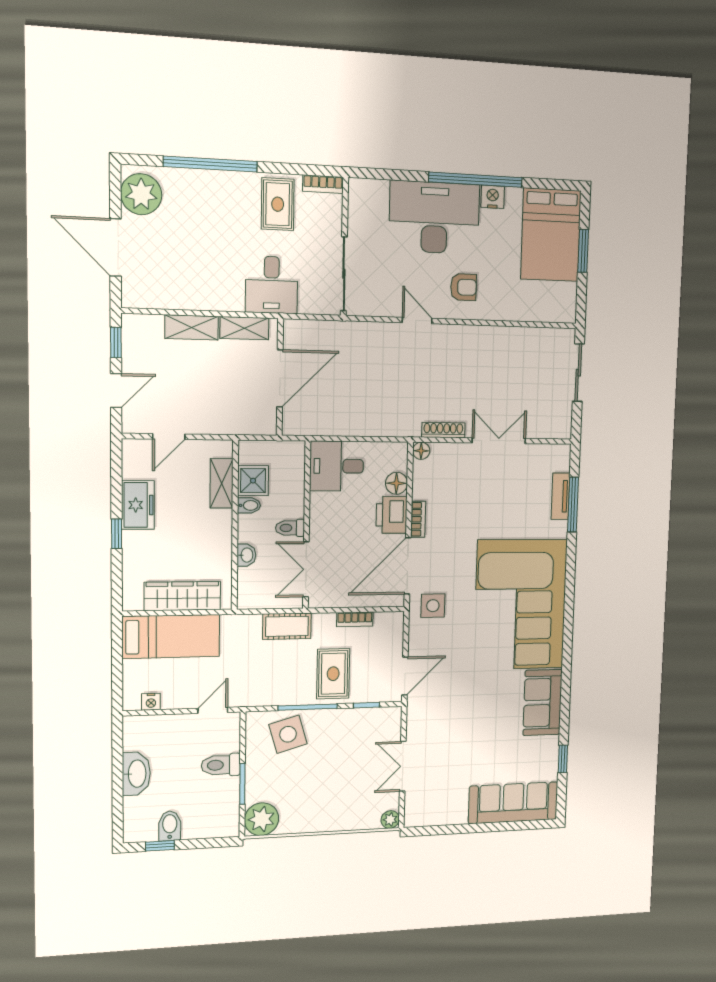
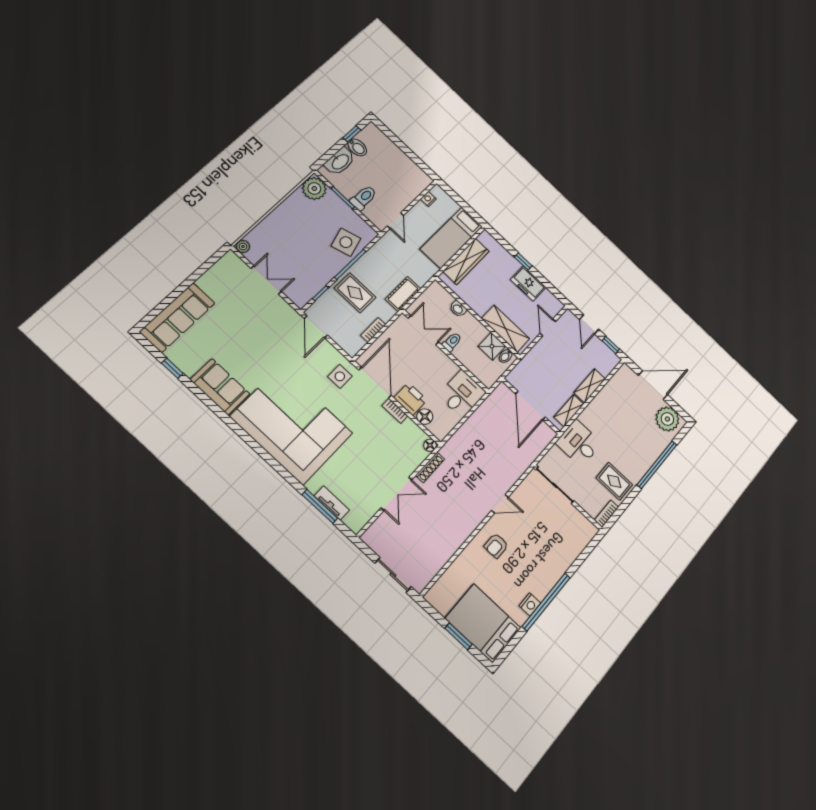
desk: (434, 218) -> (545, 561), removed
shelving: (222, 483) -> (506, 329), width x1.50, depth x1.33
bidet: (249, 505) -> (506, 356), moved
washbasin: (136, 774) -> (340, 161), moved, turned -90

